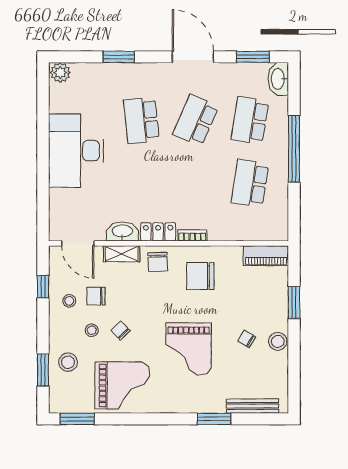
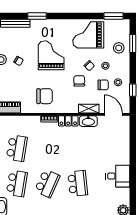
desk: (76, 151) -> (118, 176), width x0.53, depth x0.77
chair: (158, 262) -> (79, 81), moved

